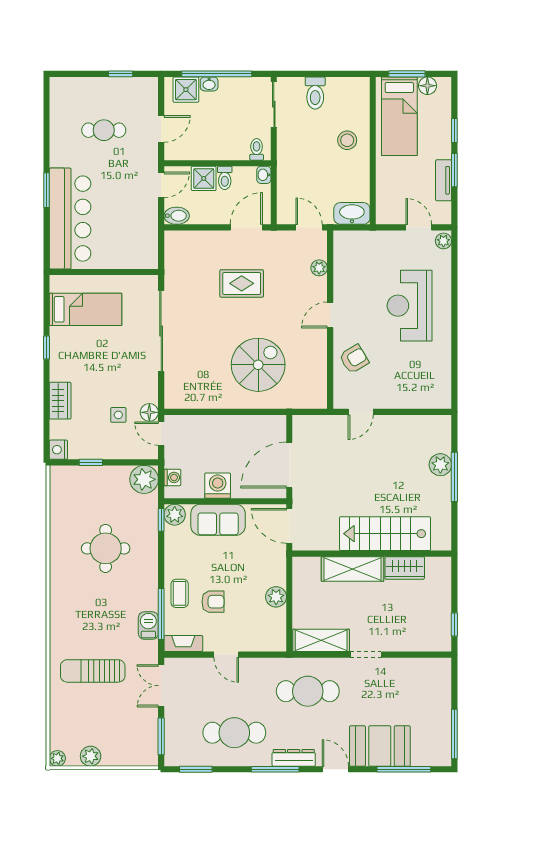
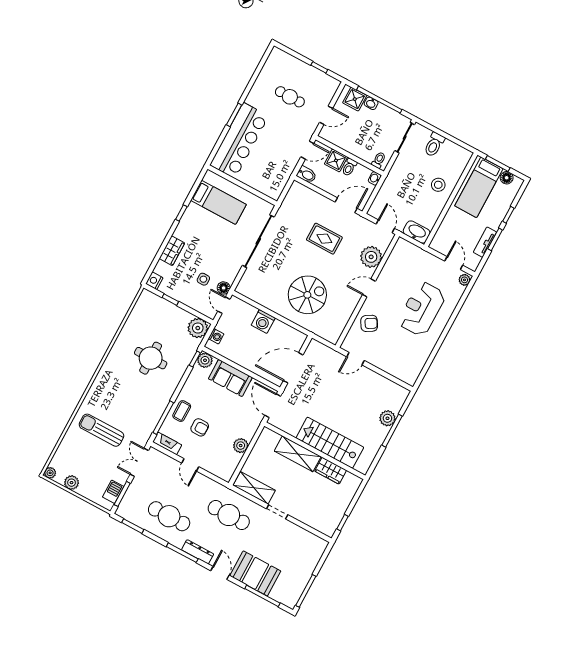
plant: (319, 268) -> (371, 257), width x1.88, depth x1.88
washing machine: (218, 486) -> (263, 321), moved, turned 180
barbecue: (148, 626) -> (113, 492), moved

